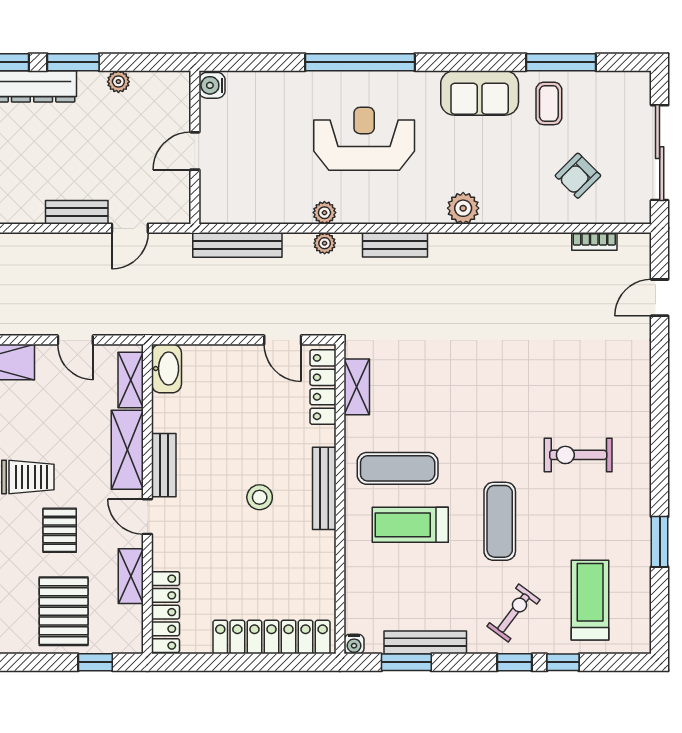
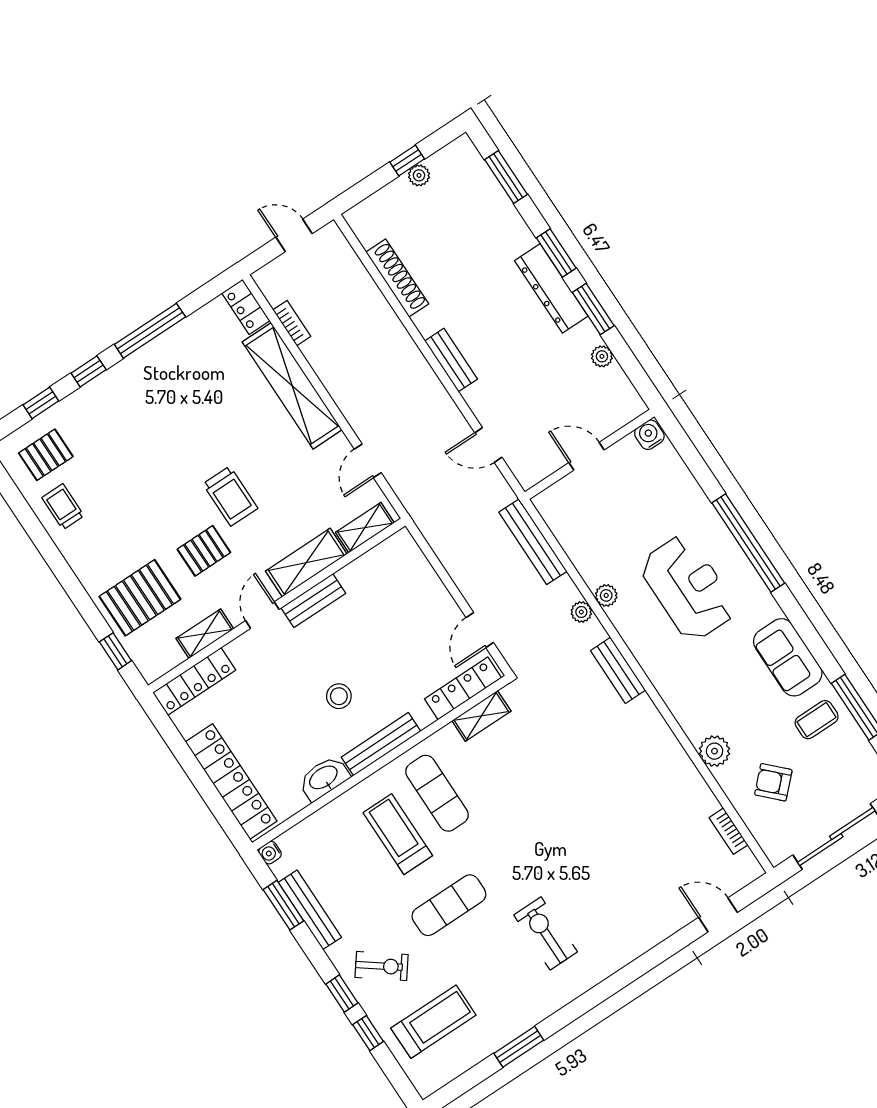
plant: (463, 208) -> (714, 751), moved
bench: (77, 212) -> (451, 360), moved
washbasin: (166, 368) -> (324, 778), moved, turned 180

